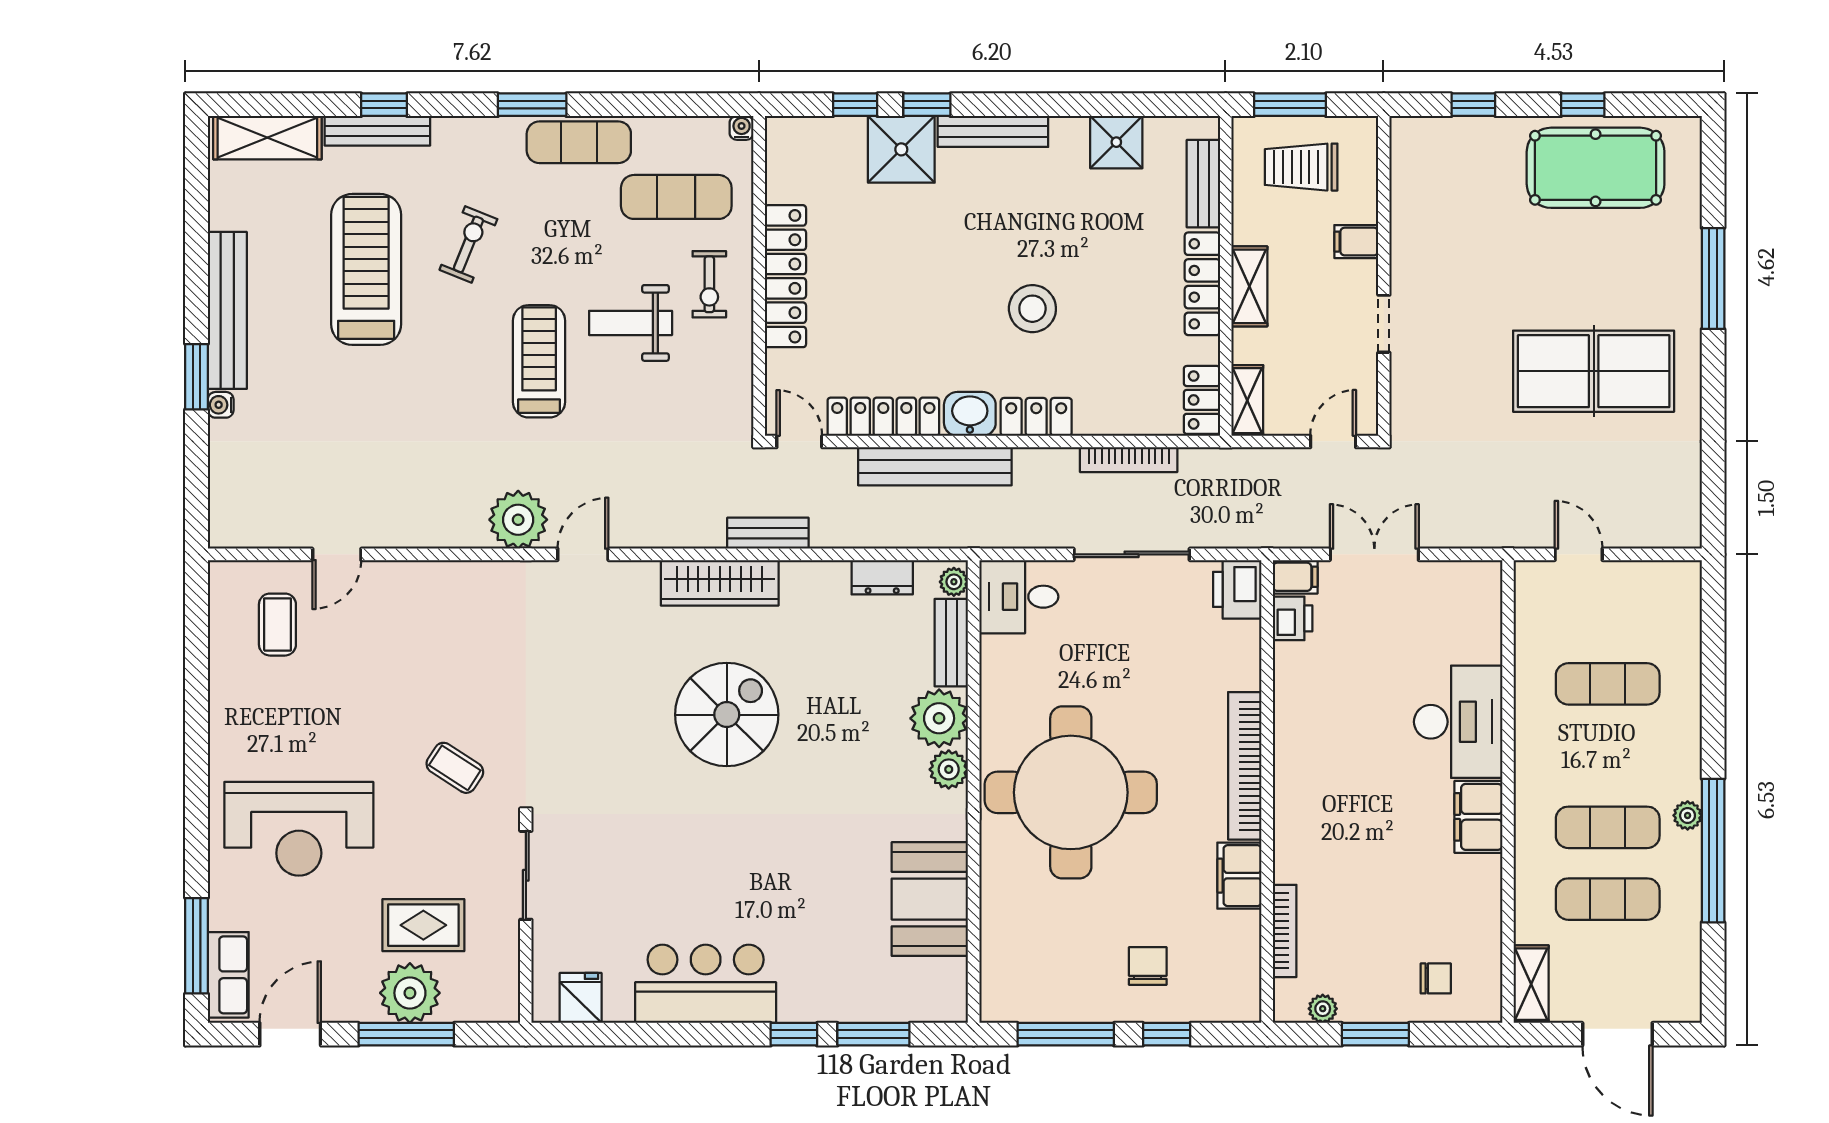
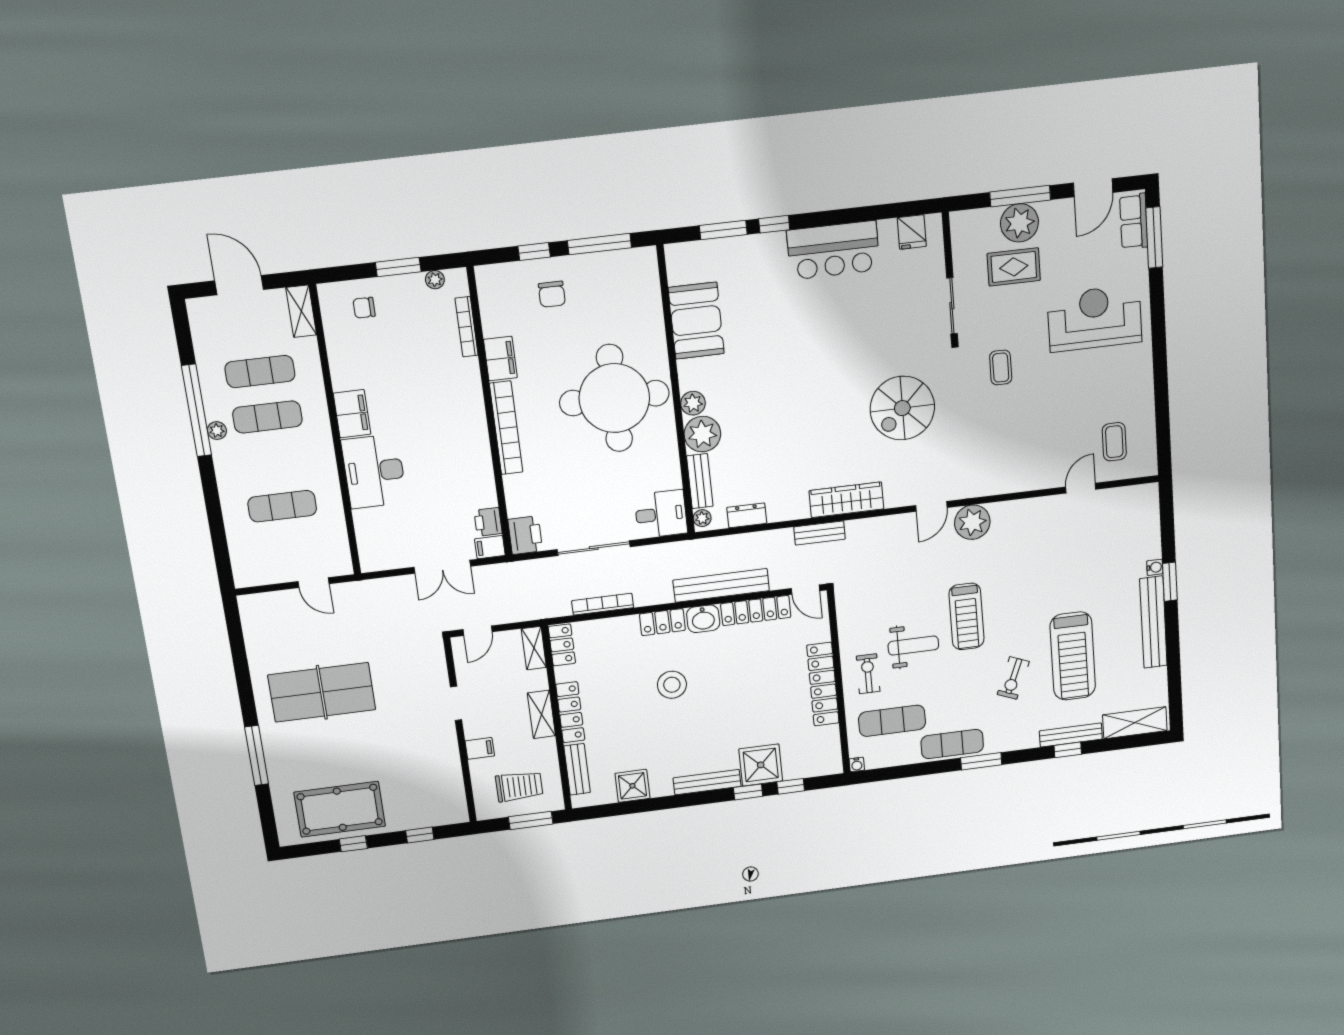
spiral stairs: (727, 715) -> (902, 408), moved
coffee table: (455, 768) -> (1001, 368), turned 57

